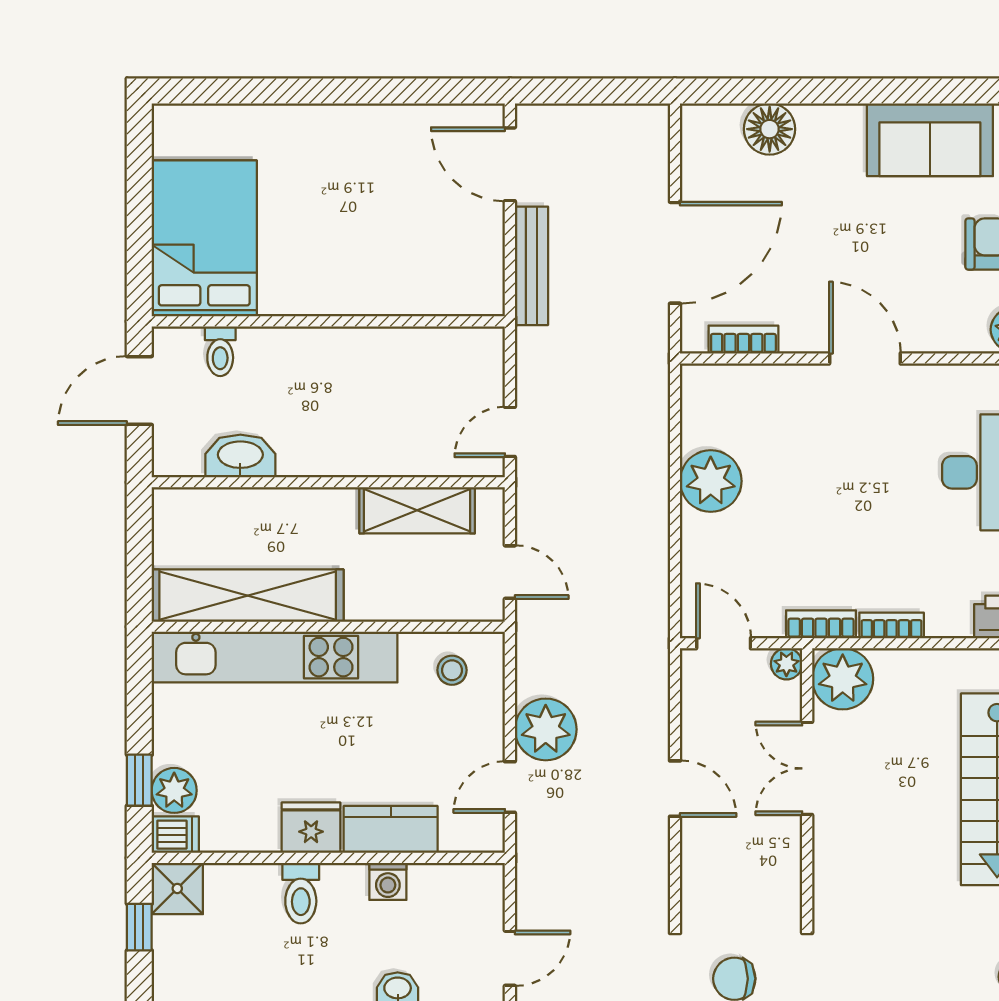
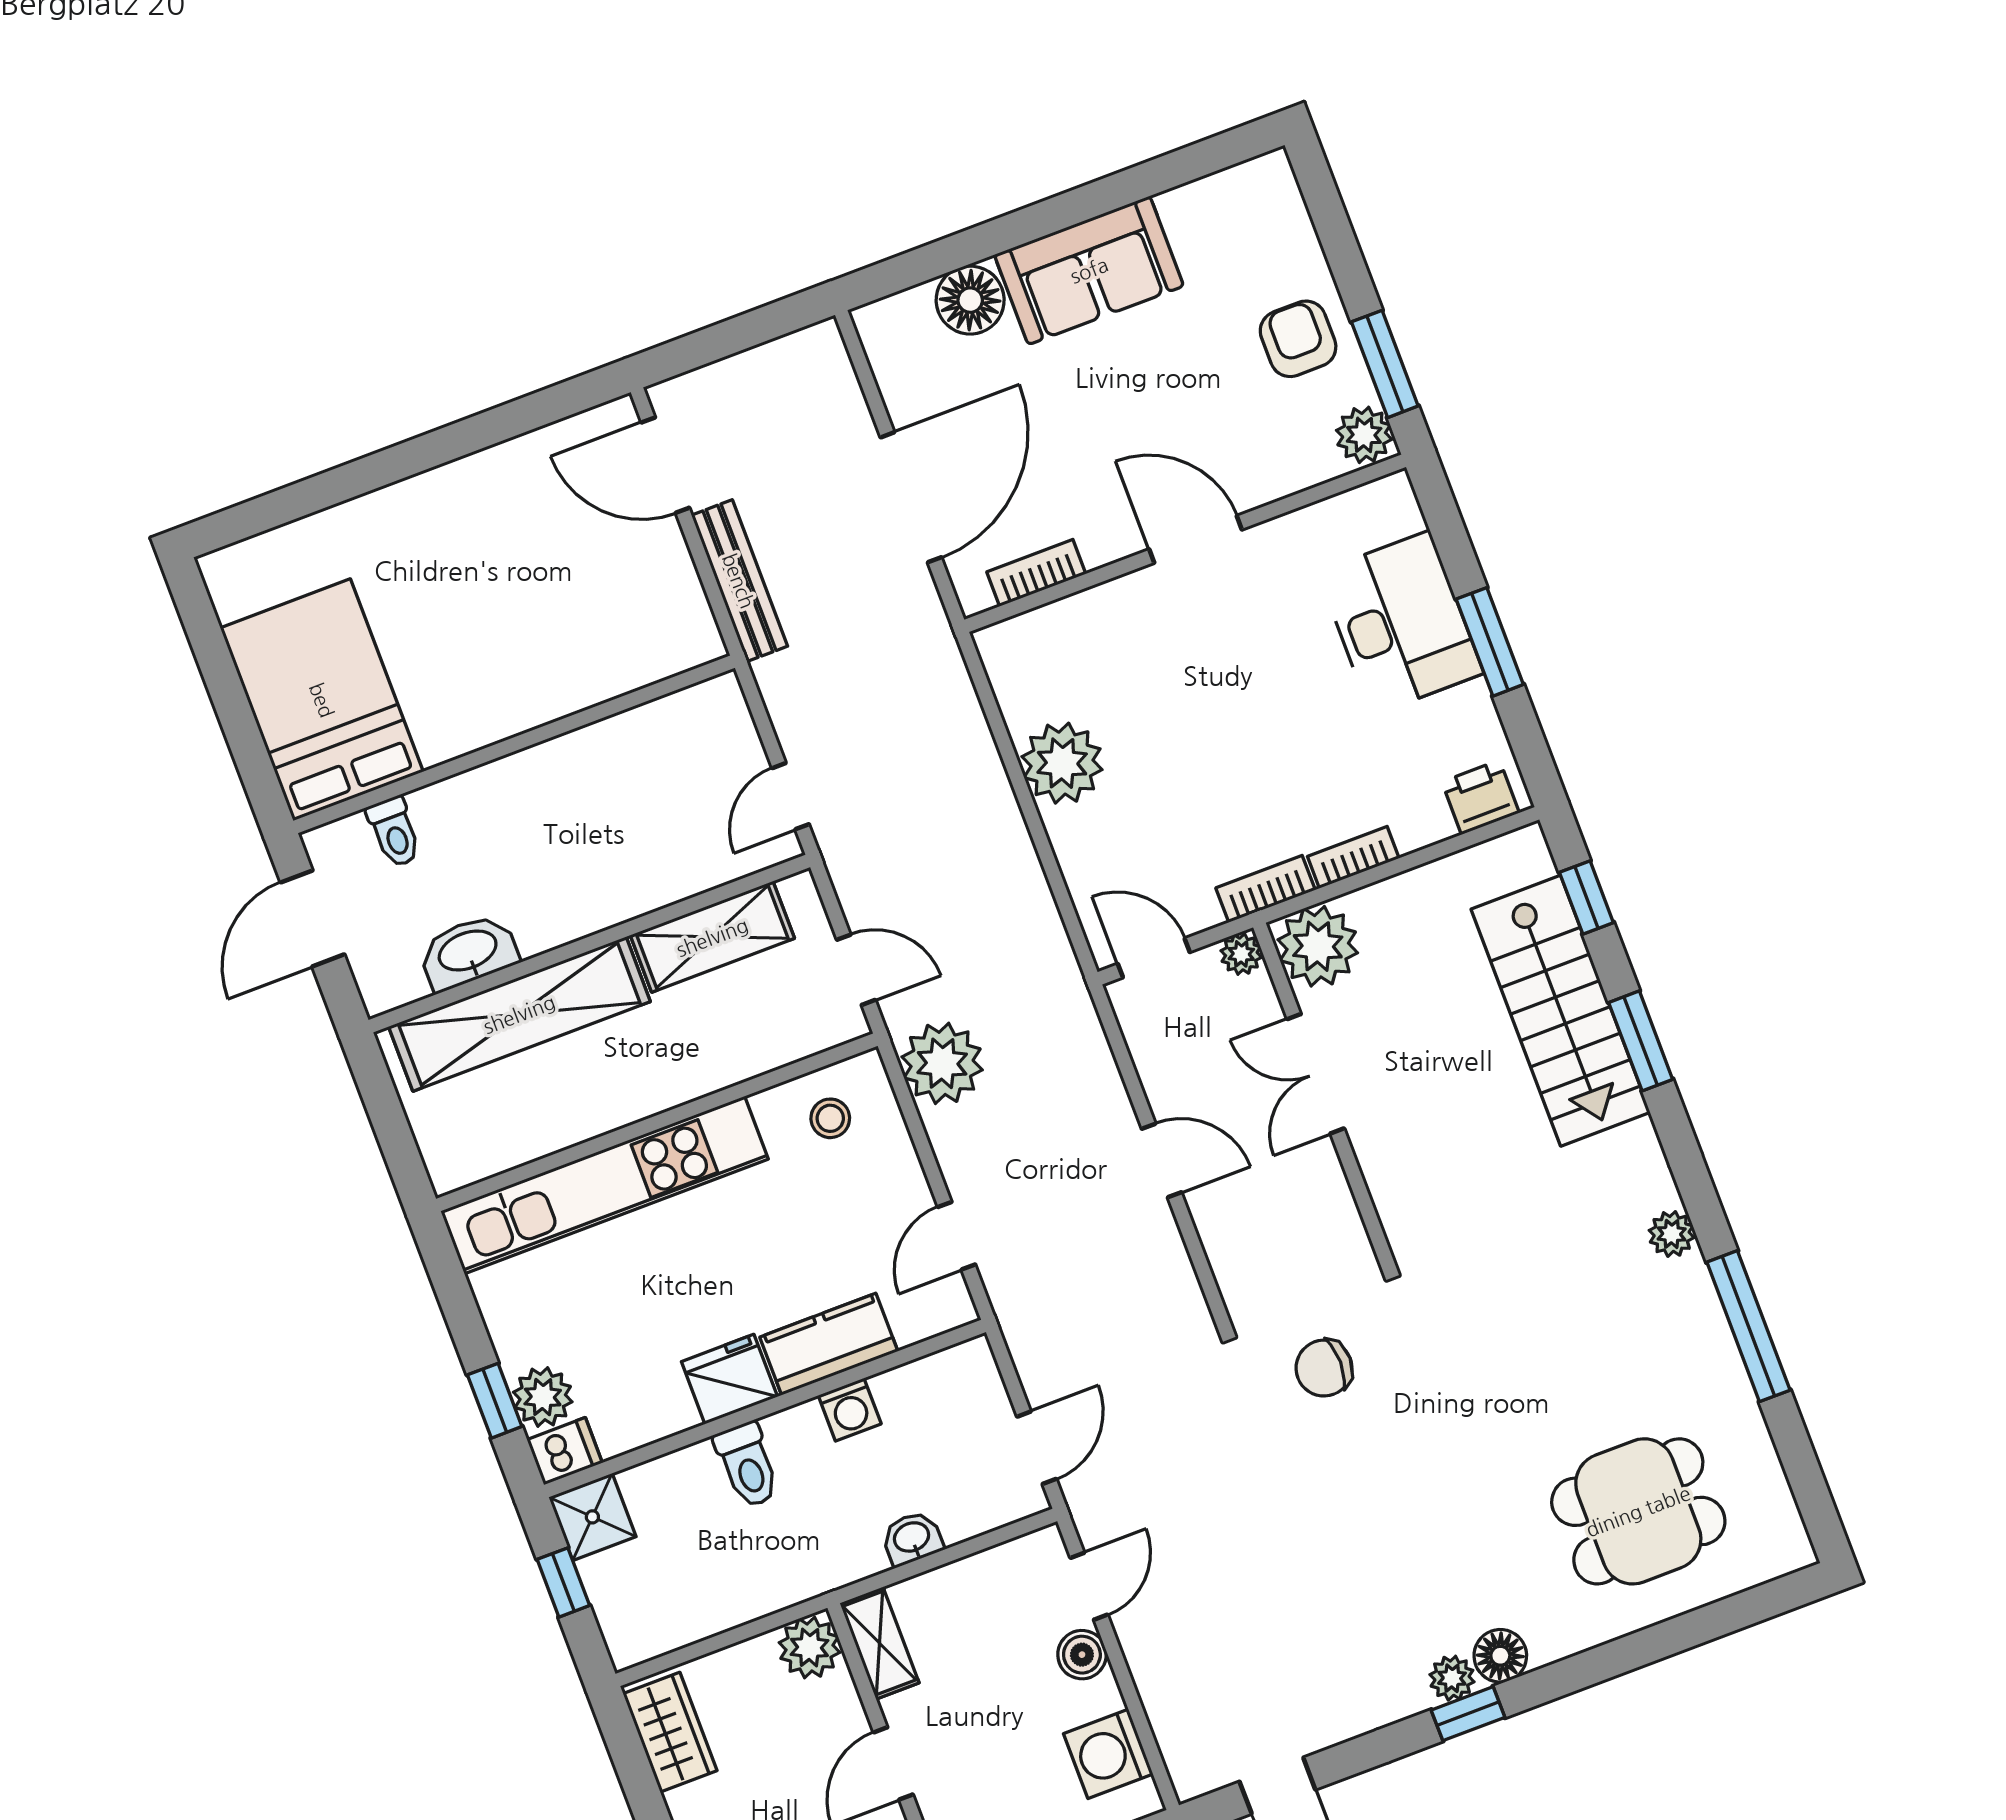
sofa: (930, 140) -> (1089, 270), moved
shelving: (248, 596) -> (519, 1014), moved
plant: (546, 729) -> (942, 1063), moved

